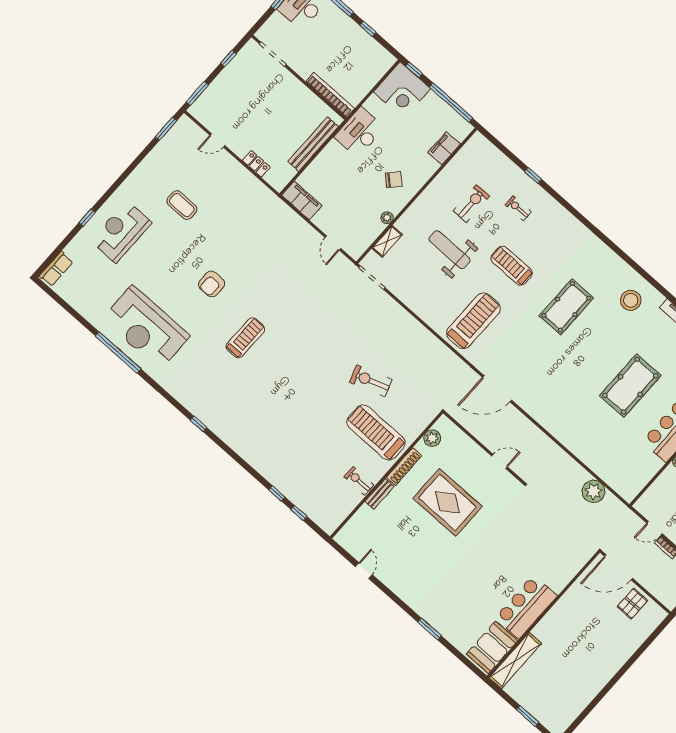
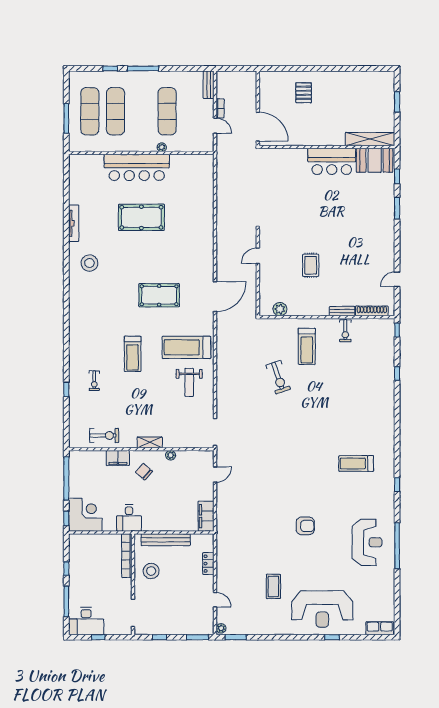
stool: (296, 105) -> (151, 571), added
desk: (359, 132) -> (129, 518), width x0.73
filing cabinet: (444, 148) -> (118, 458), moved
exercise bike: (471, 204) -> (104, 435), moved, turned 180
reception desk: (121, 232) -> (322, 609), width x1.36, depth x1.30
shelving: (387, 241) -> (150, 442), moved
weight bench: (450, 250) -> (189, 382), moved, width x0.73, depth x0.75
pool table: (566, 307) -> (159, 295), moved
reception desk: (146, 327) -> (367, 542), width x0.74, depth x0.77
treadmill: (245, 338) -> (356, 463), moved
door: (497, 389) -> (215, 297), hinge flipped
window: (198, 424) -> (397, 485), moved
treadmill: (376, 432) -> (307, 346), width x0.73, depth x0.73
door: (499, 461) -> (258, 256), hinge flipped
shoe rack: (404, 467) -> (372, 311), moved
plant: (594, 491) -> (221, 628), moved, width x0.53, depth x0.53
rug: (447, 502) -> (311, 265), width x0.54, depth x0.49
window: (299, 513) -> (397, 330), moved
pallet: (632, 604) -> (304, 93), moved, turned 90
window: (459, 655) -> (397, 176), added

